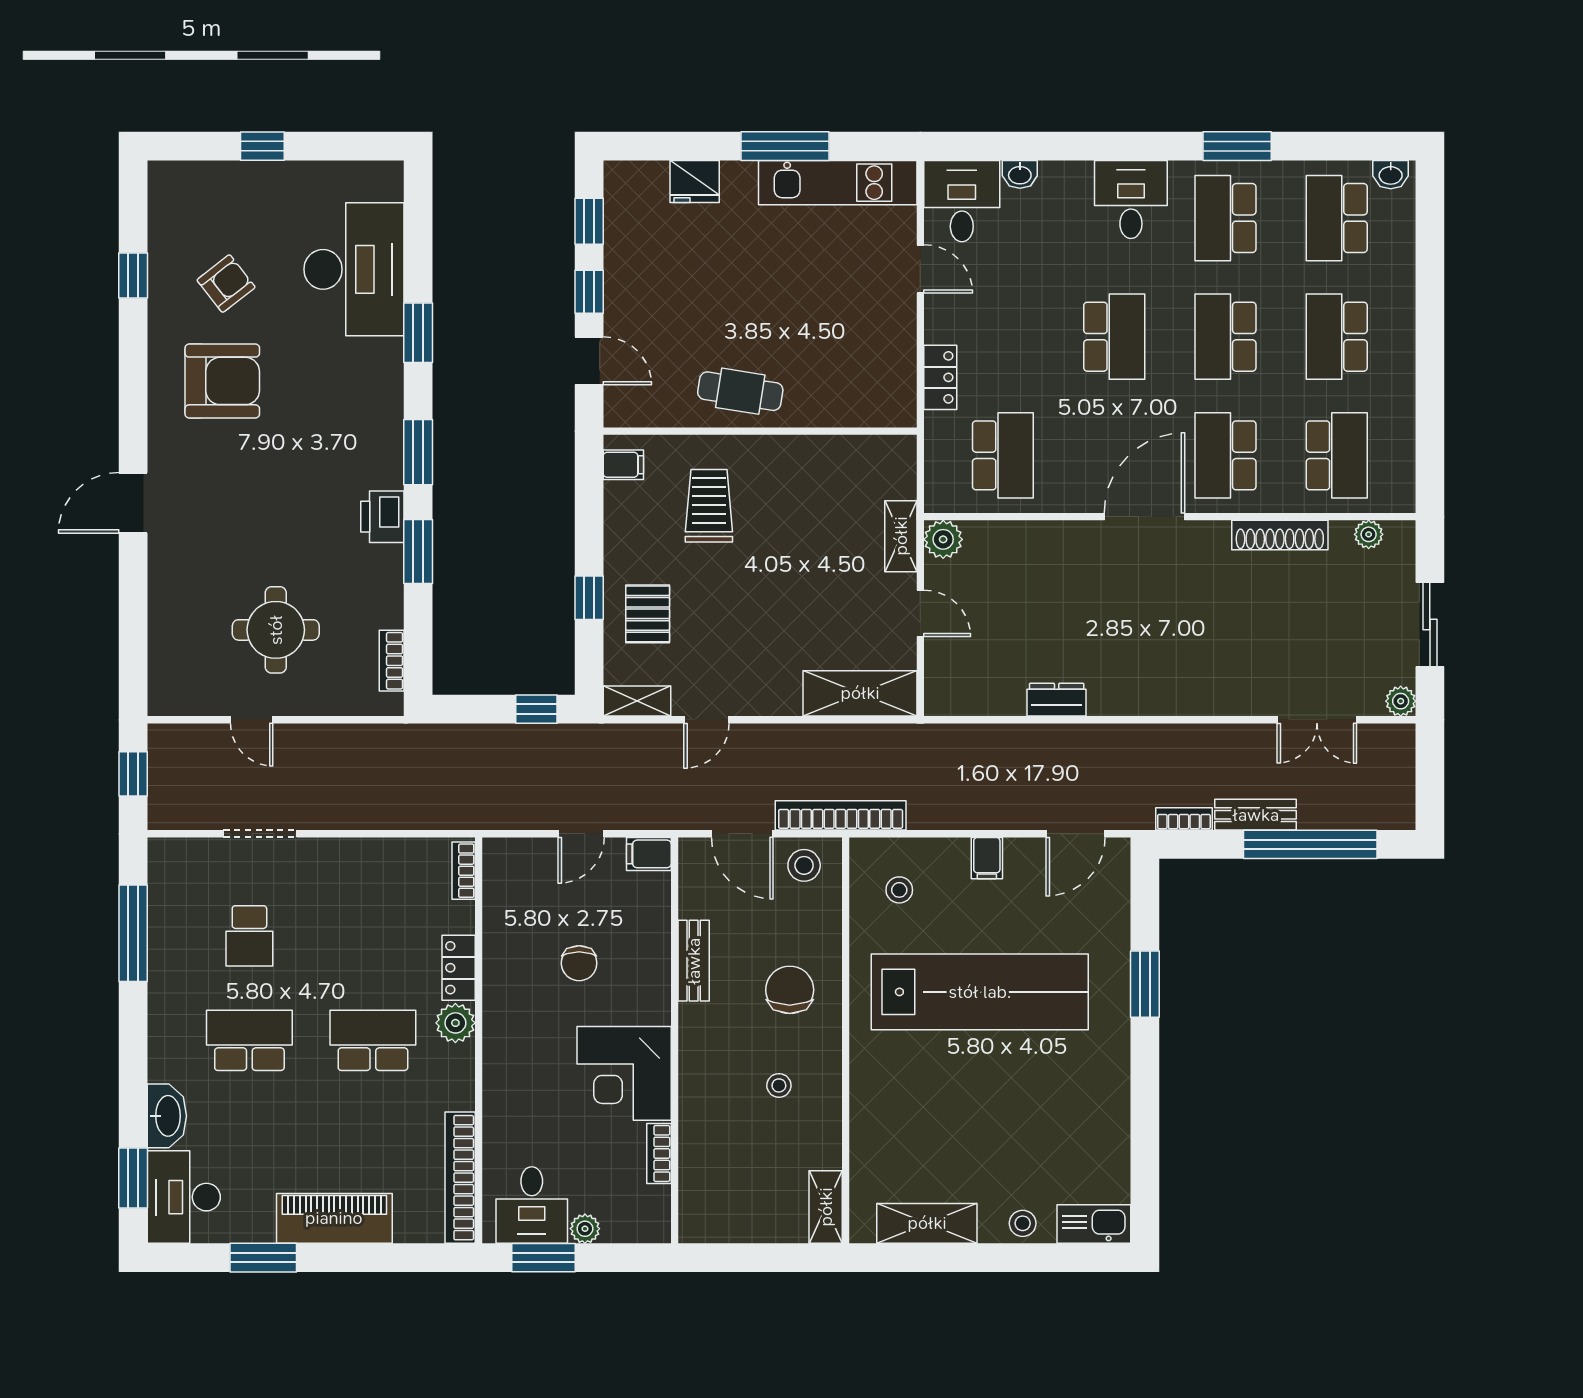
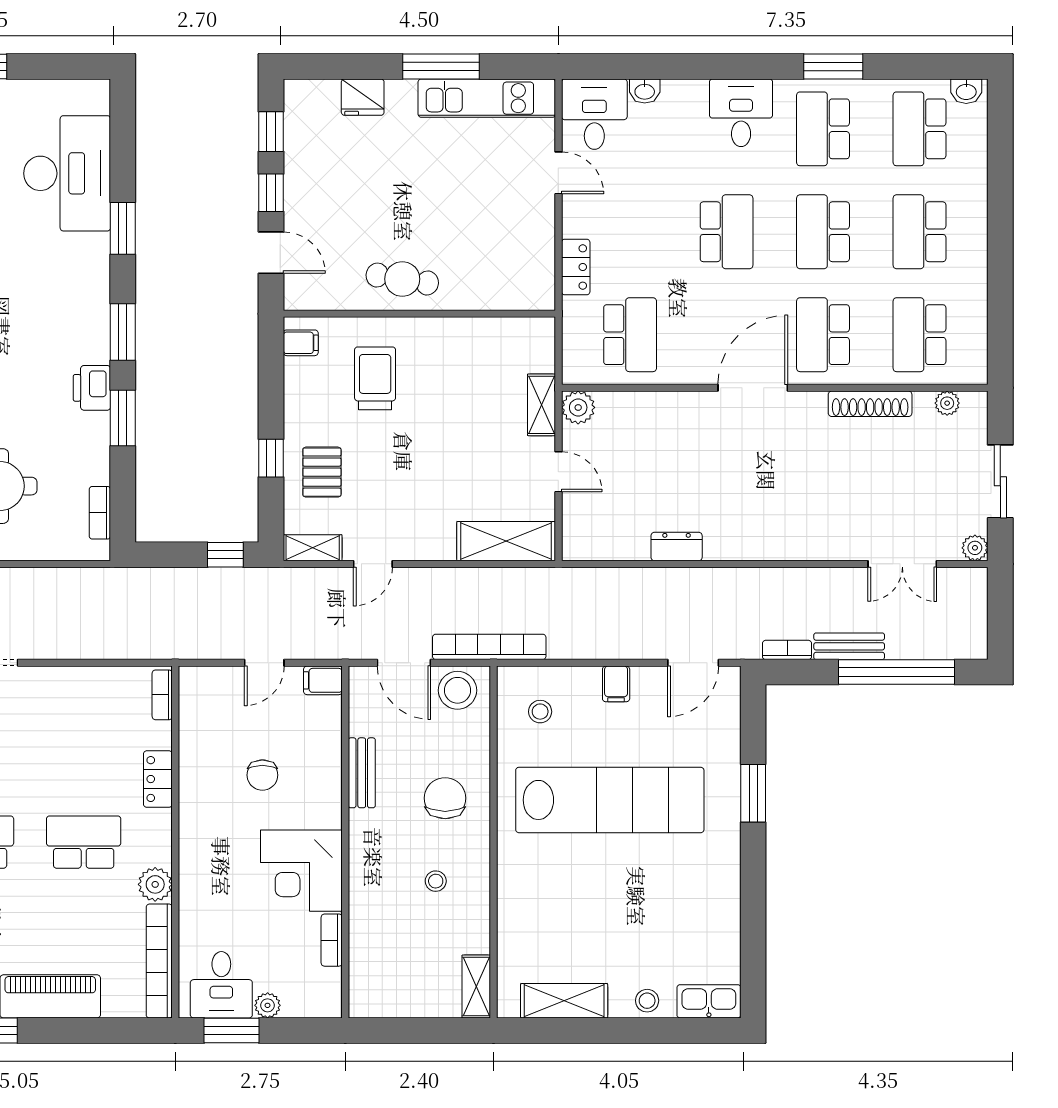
school desk: (1337, 455) -> (919, 335), turned 180
stool: (804, 865) -> (458, 690), width x1.38, depth x1.38
plant: (455, 1023) -> (155, 884), moved

